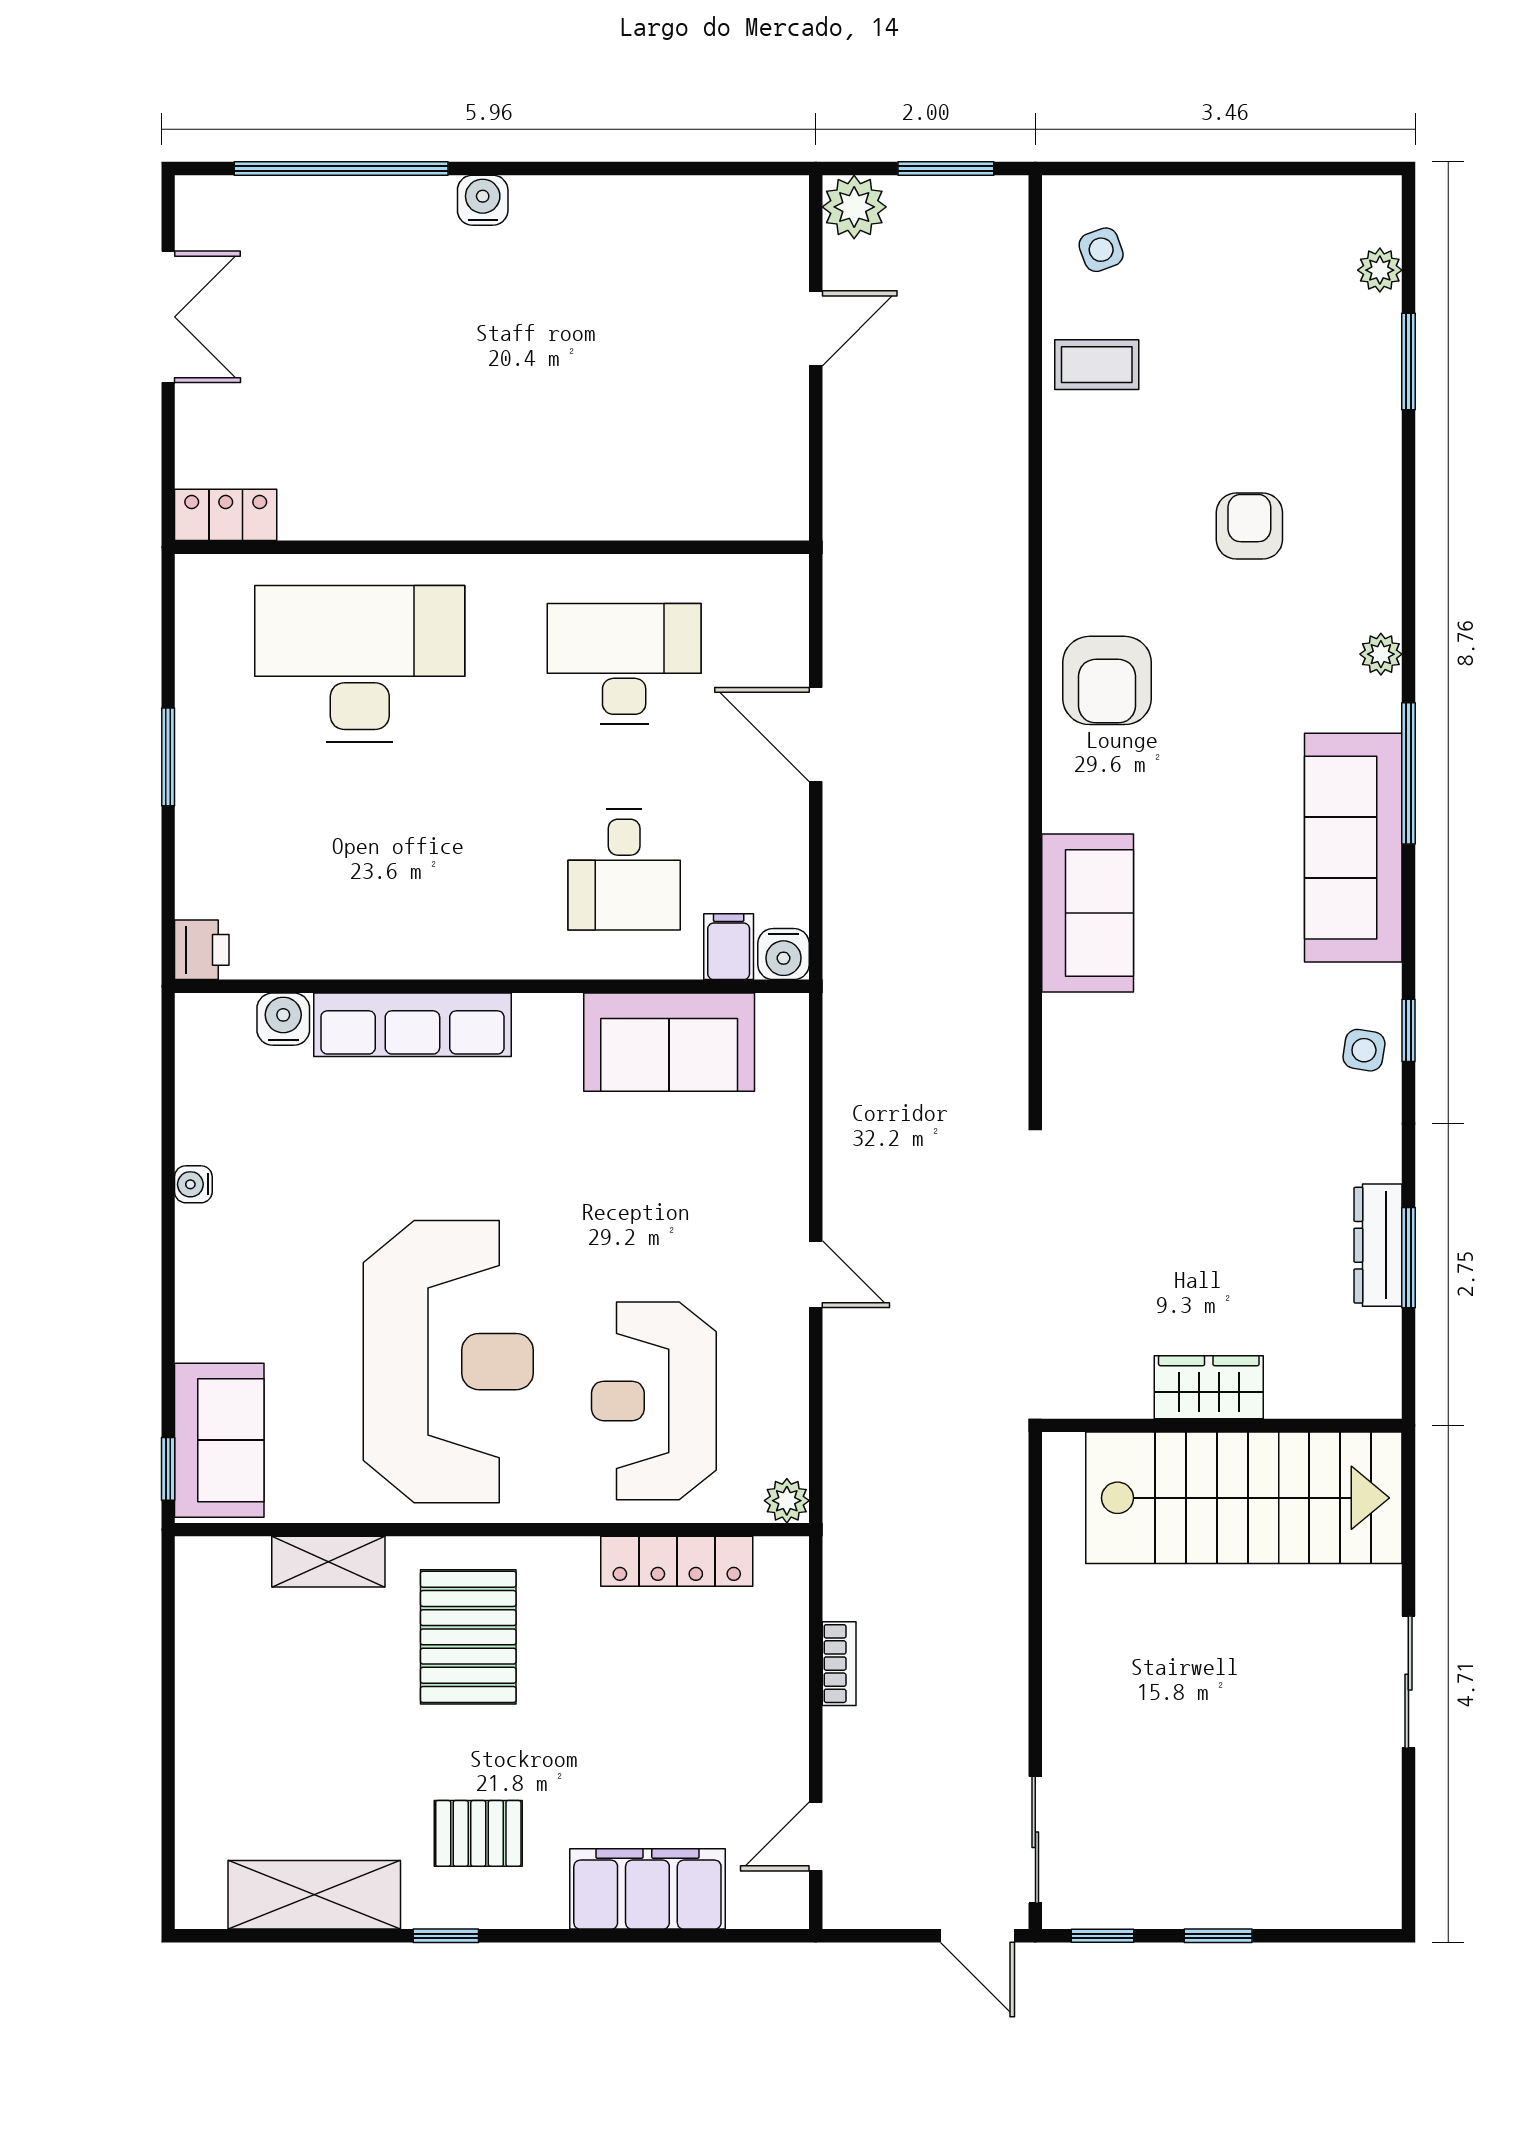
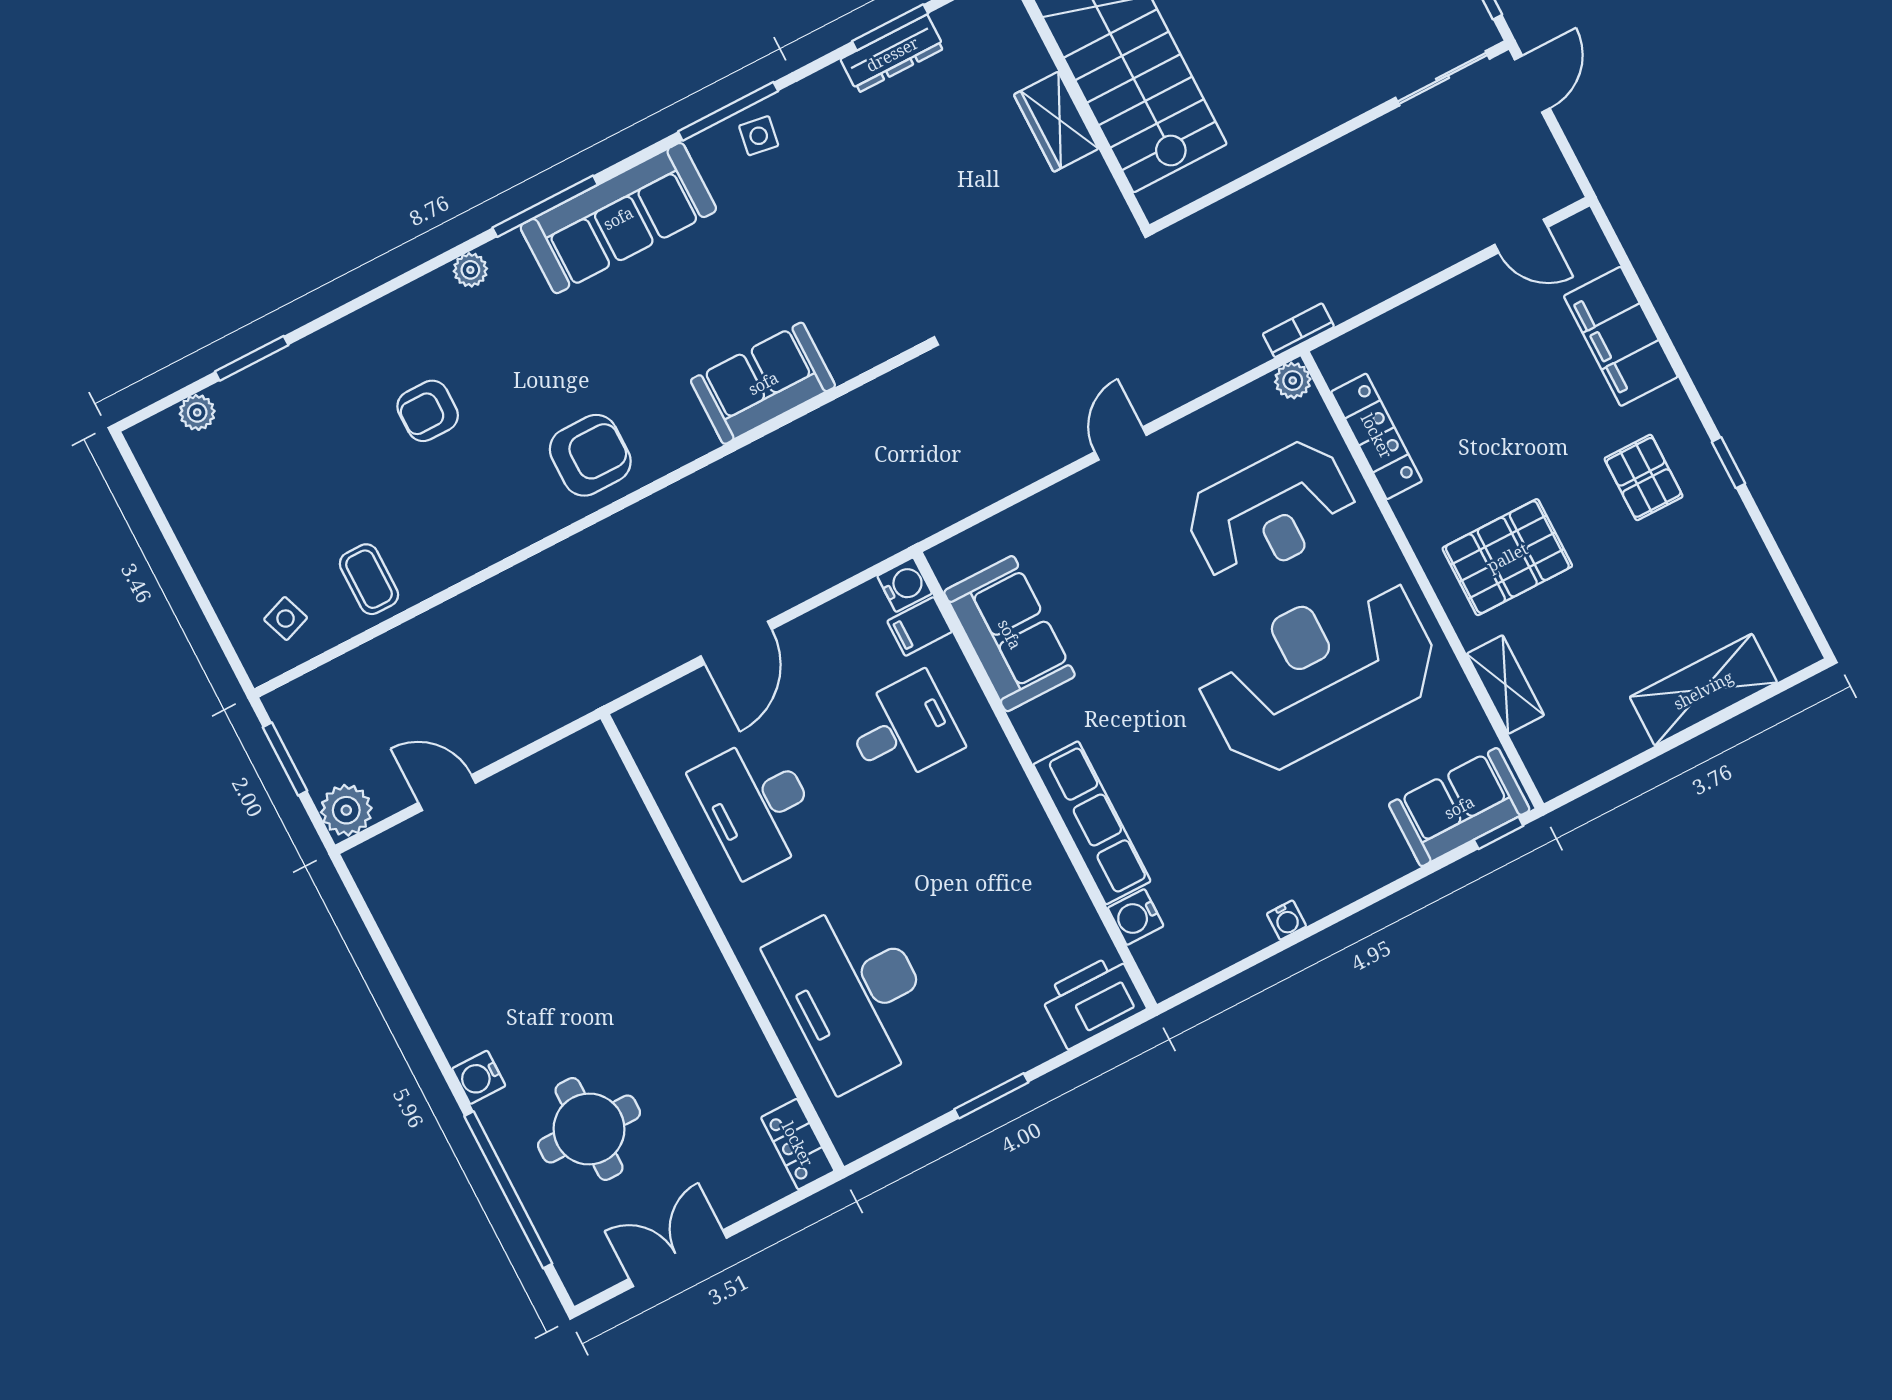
round table: (362, 293) -> (589, 1129), added
printer: (202, 950) -> (1093, 1001), width x1.87, depth x1.48
window: (1408, 1030) -> (728, 111), width x2.17
bookcase: (839, 1664) -> (1298, 330), moved
shelving: (314, 1895) -> (1703, 690), moved, turned 90

